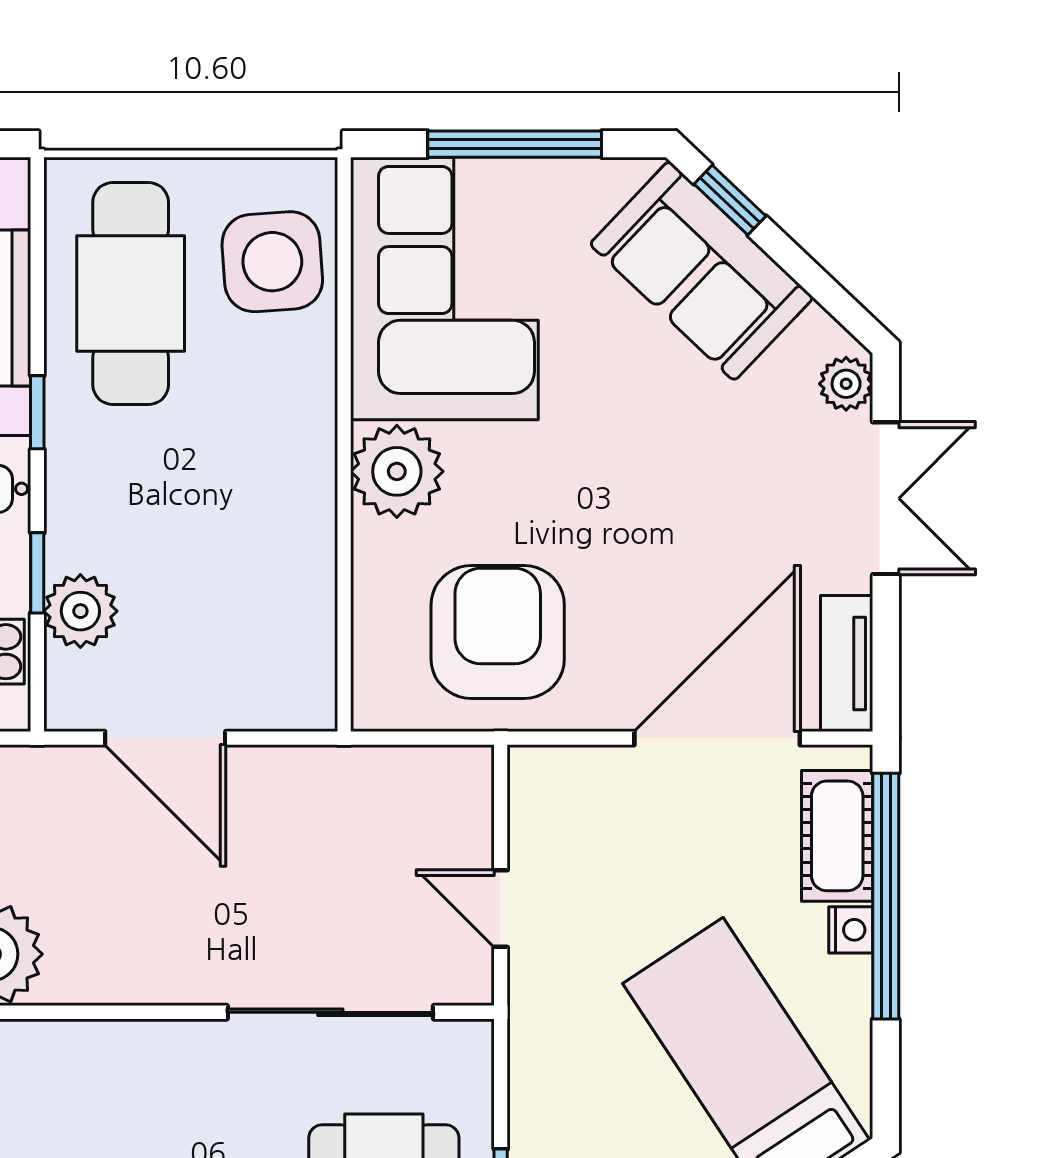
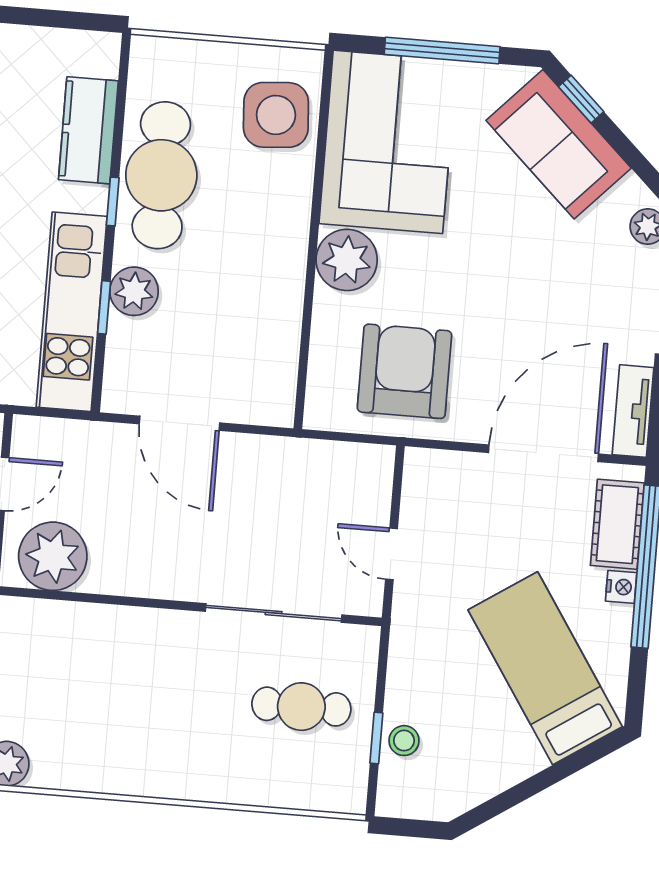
cafe table: (131, 294) -> (161, 175), moved
plant: (80, 611) -> (134, 291), moved

